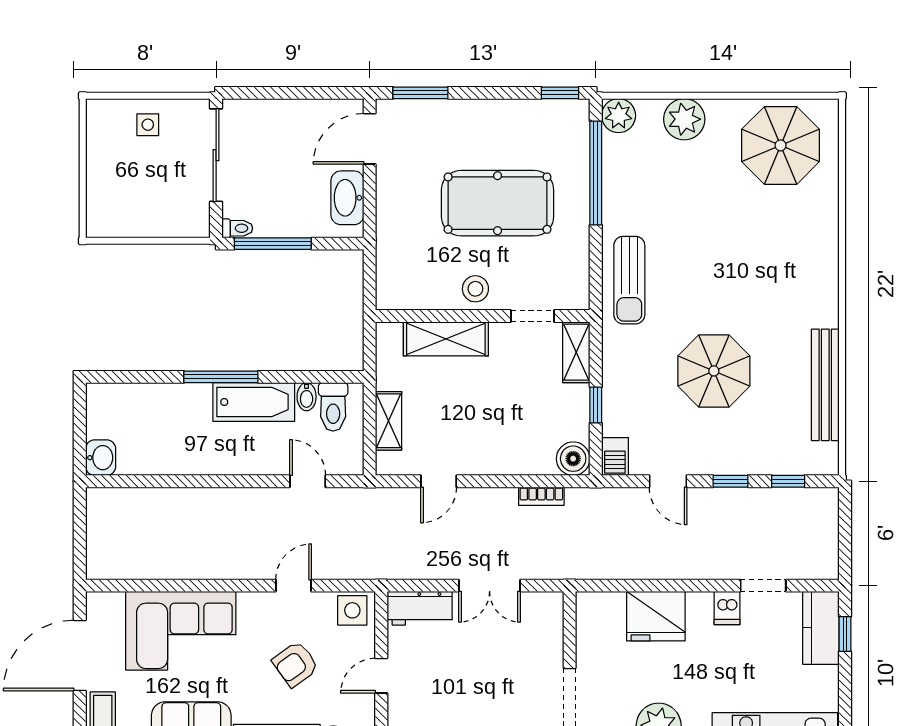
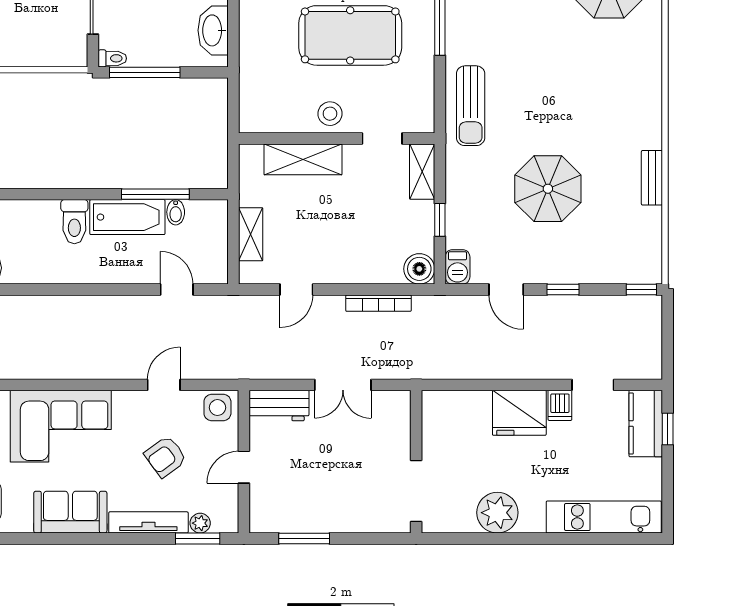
window: (221, 377) -> (155, 194), moved
bench: (825, 385) -> (652, 178), width x0.54, depth x0.82
toilet: (333, 407) -> (74, 222), moved
window: (788, 481) -> (641, 289), moved
bookcase: (541, 496) -> (378, 303), width x1.56
fridge: (656, 616) -> (519, 413), moved

